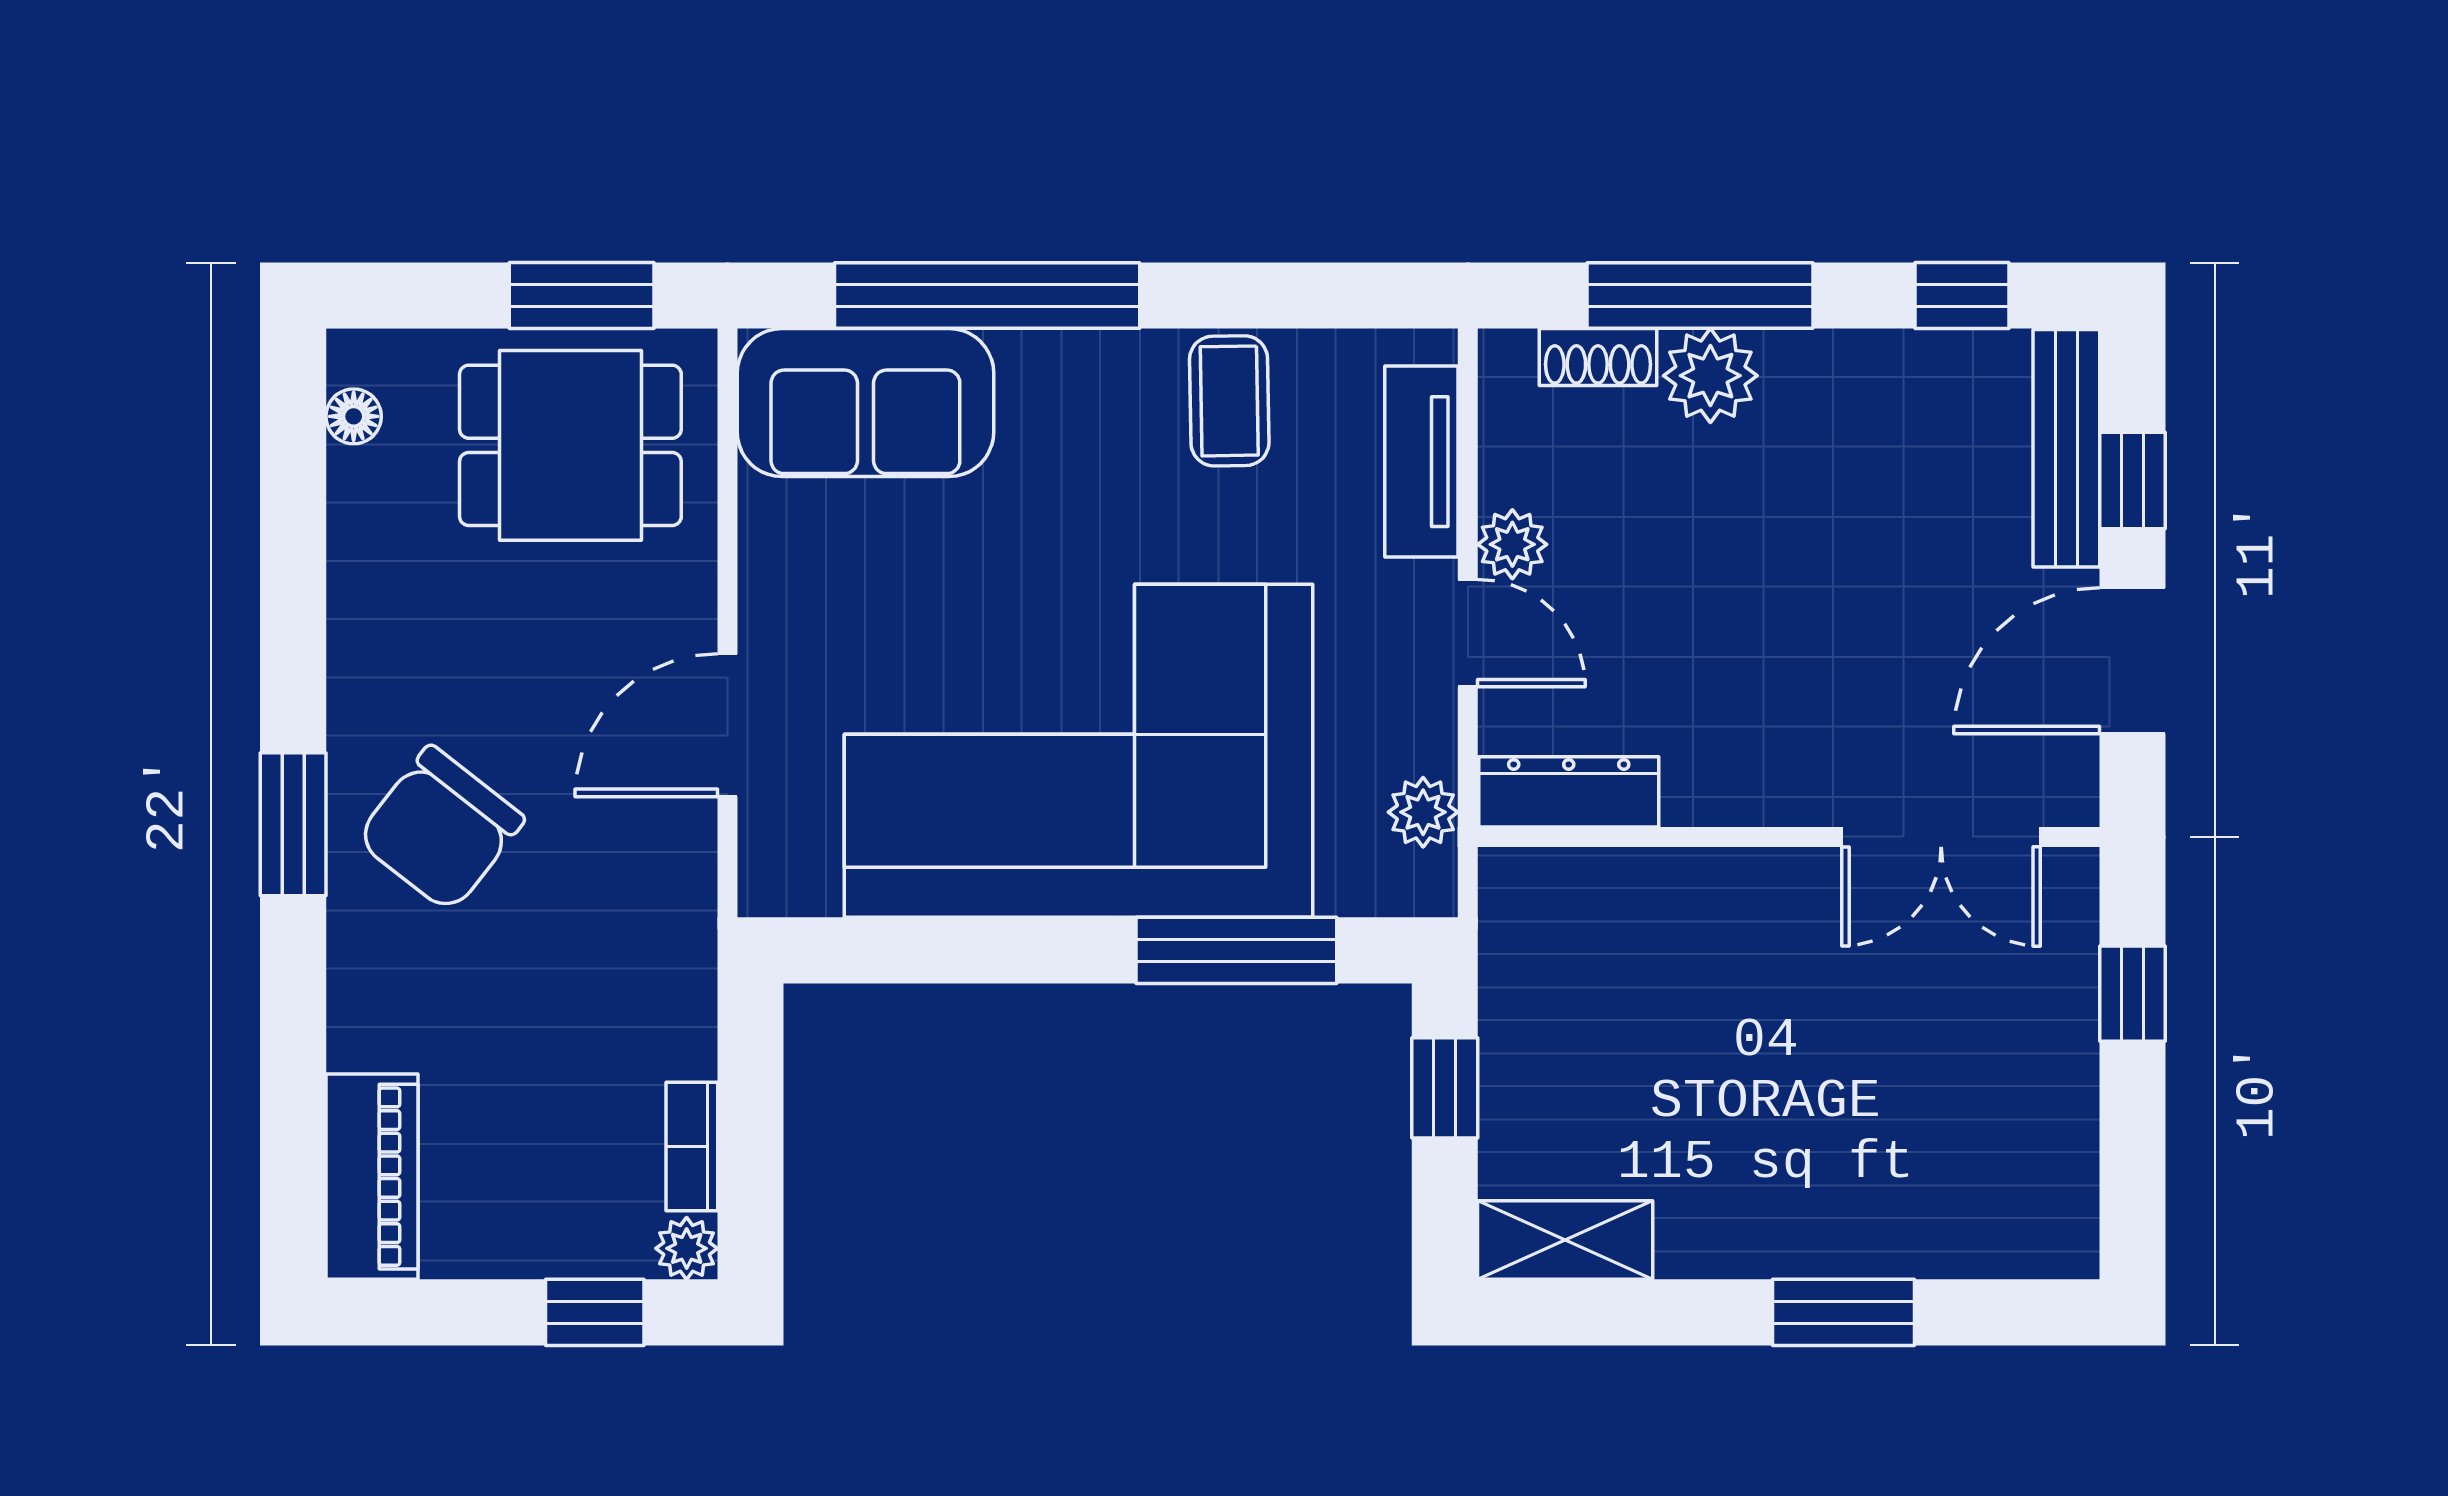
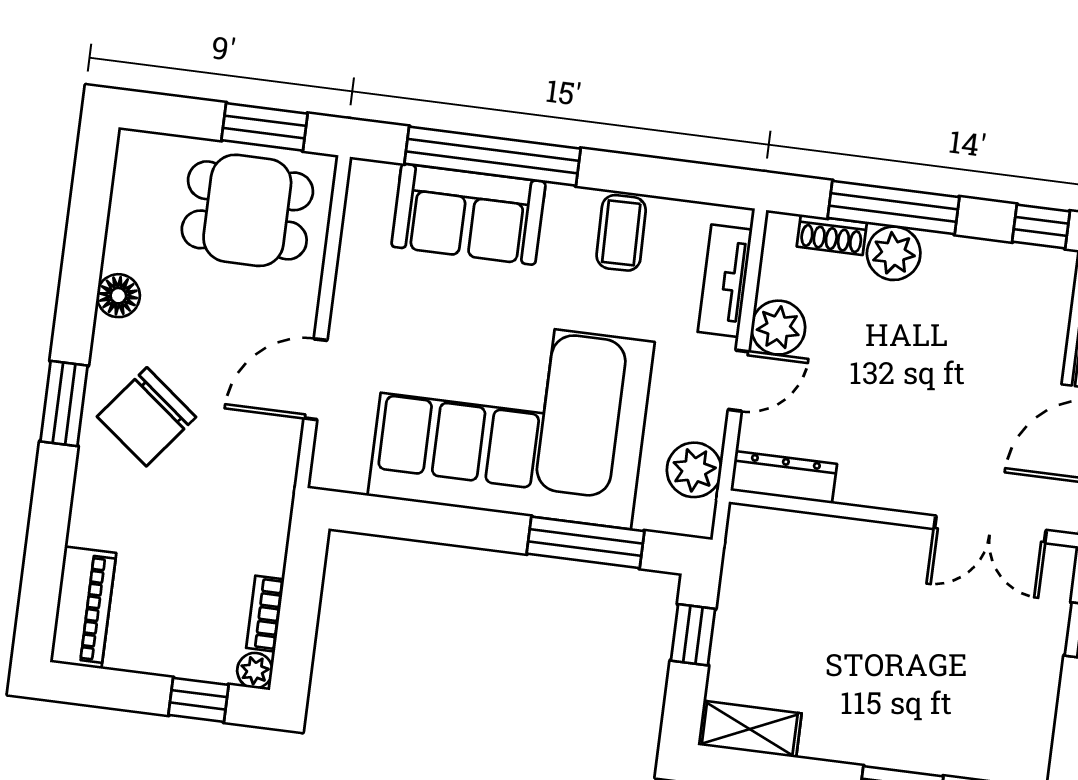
sofa: (865, 403) -> (468, 214), moved
floor lamp: (354, 416) -> (118, 296), moved, width x1.37, depth x1.37
plant: (1512, 544) -> (778, 328), width x1.38, depth x1.38
door: (1468, 633) -> (739, 381), hinge flipped
plant: (1423, 812) -> (694, 470), width x1.38, depth x1.38

